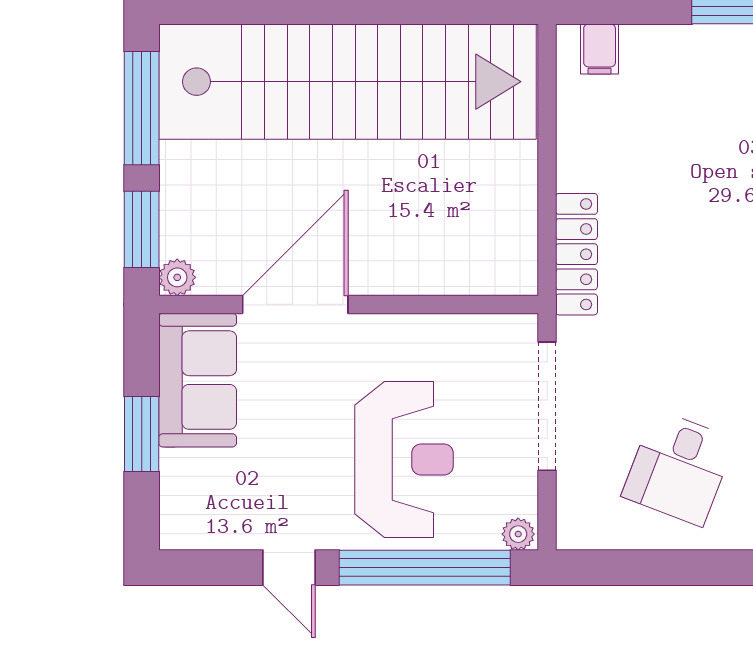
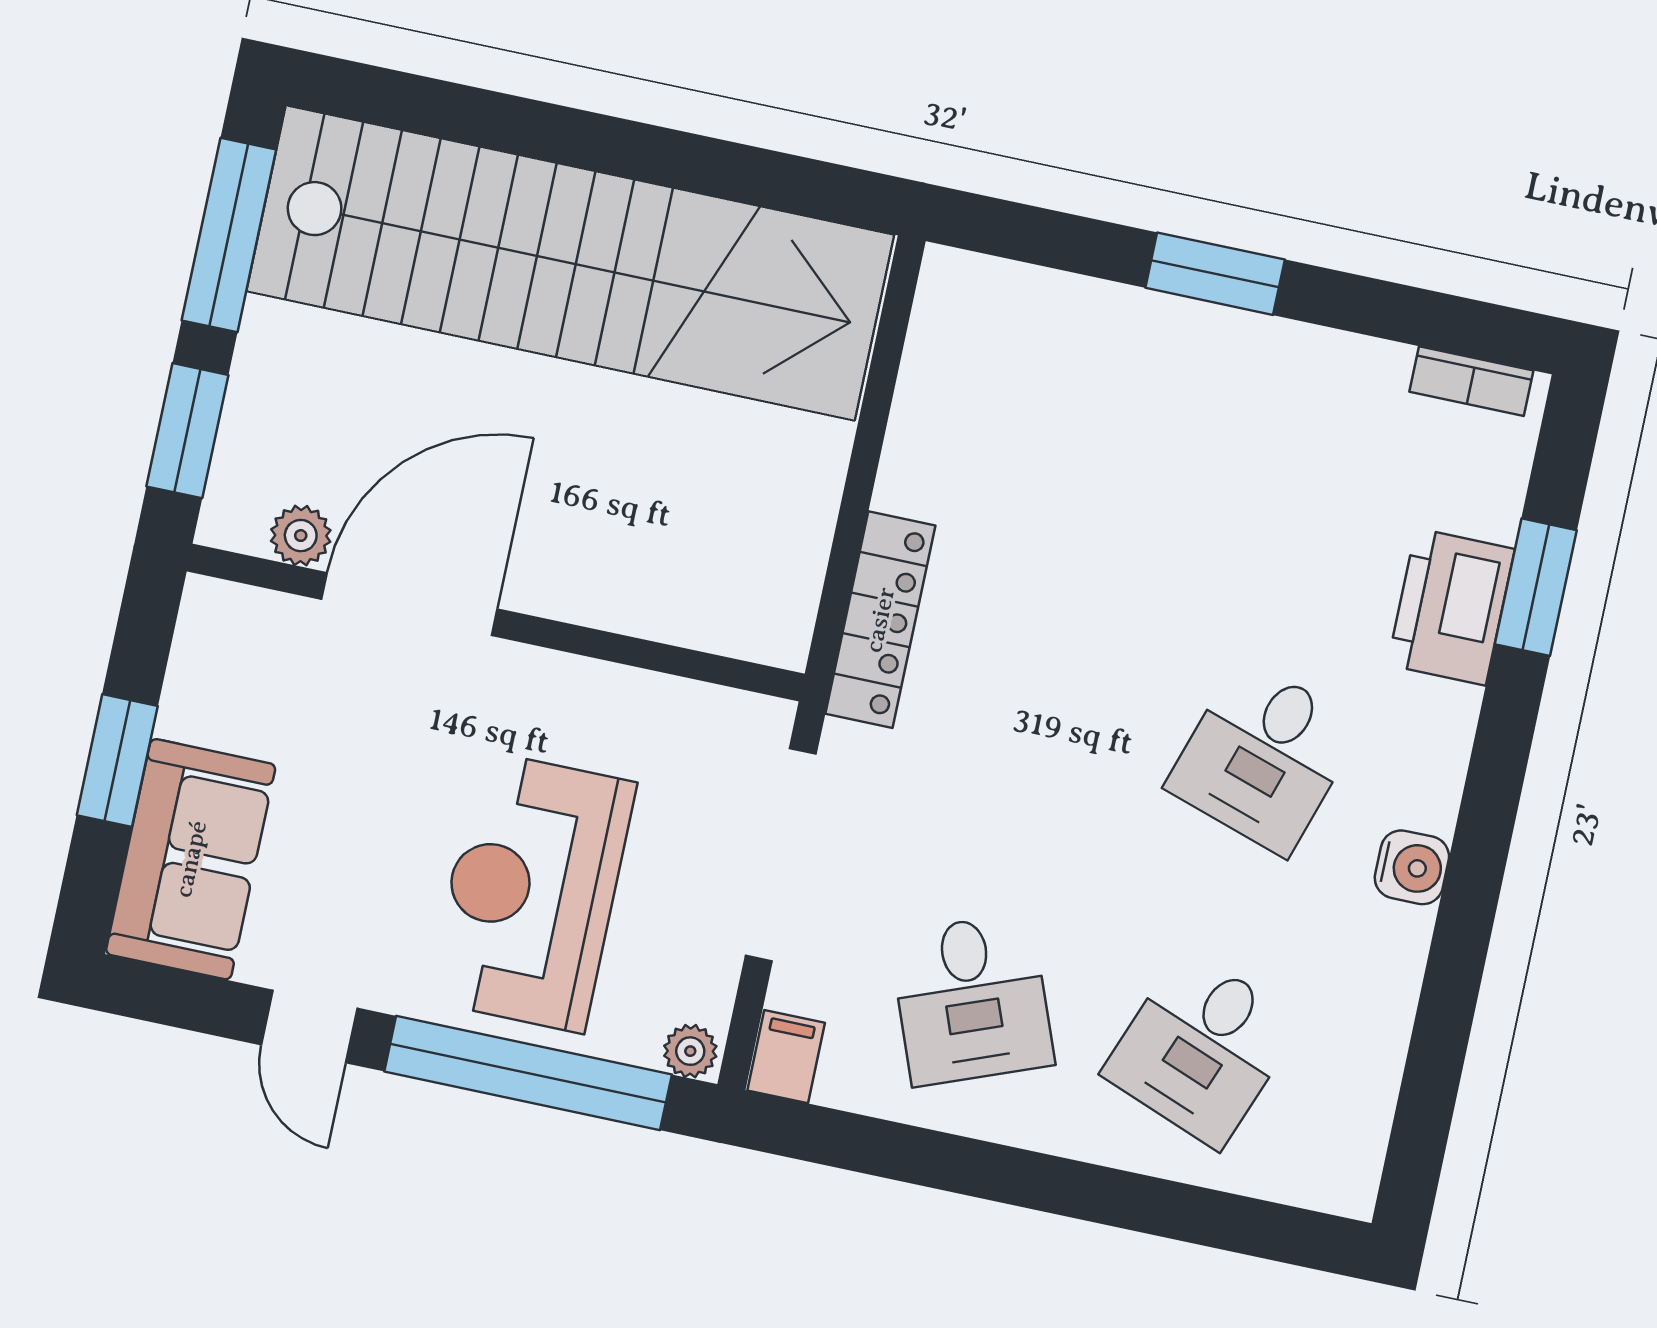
filing cabinet: (600, 49) -> (786, 1057), moved, turned 180
plant: (177, 277) -> (301, 536), moved
sofa: (198, 380) -> (191, 859), moved
reception desk: (404, 460) -> (532, 892), turned 180
desk: (679, 468) -> (972, 999), turned -42

